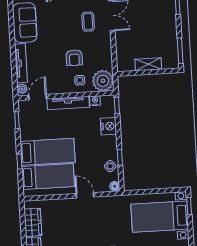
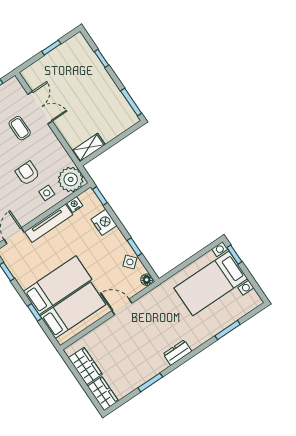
armchair: (74, 58) -> (27, 173), turned 180
shelving: (148, 64) -> (89, 148), moved

